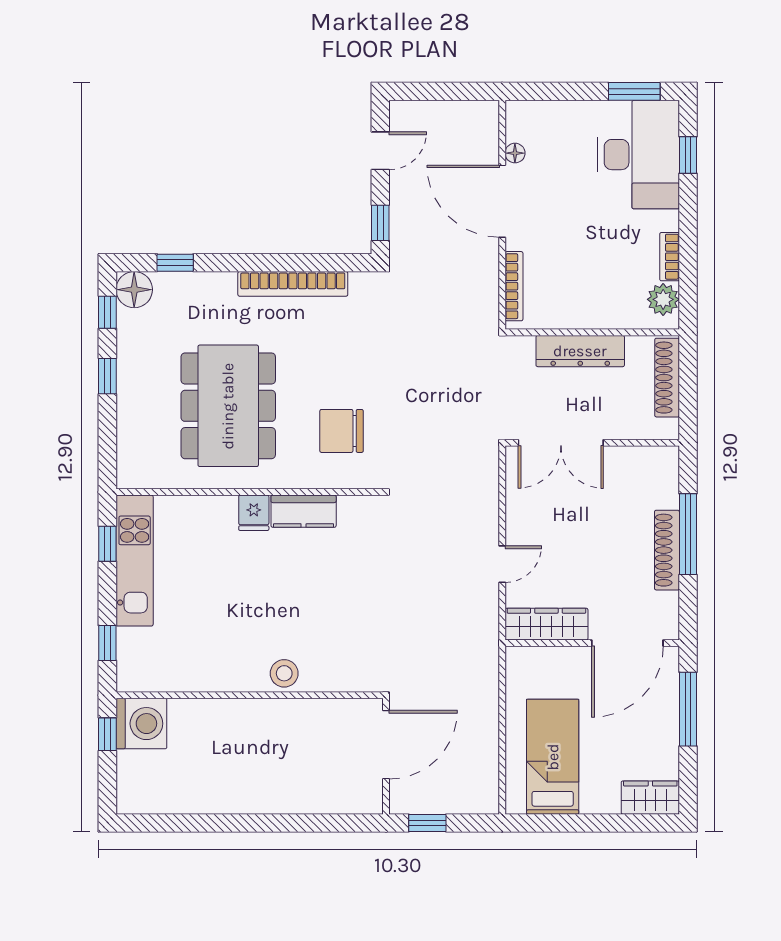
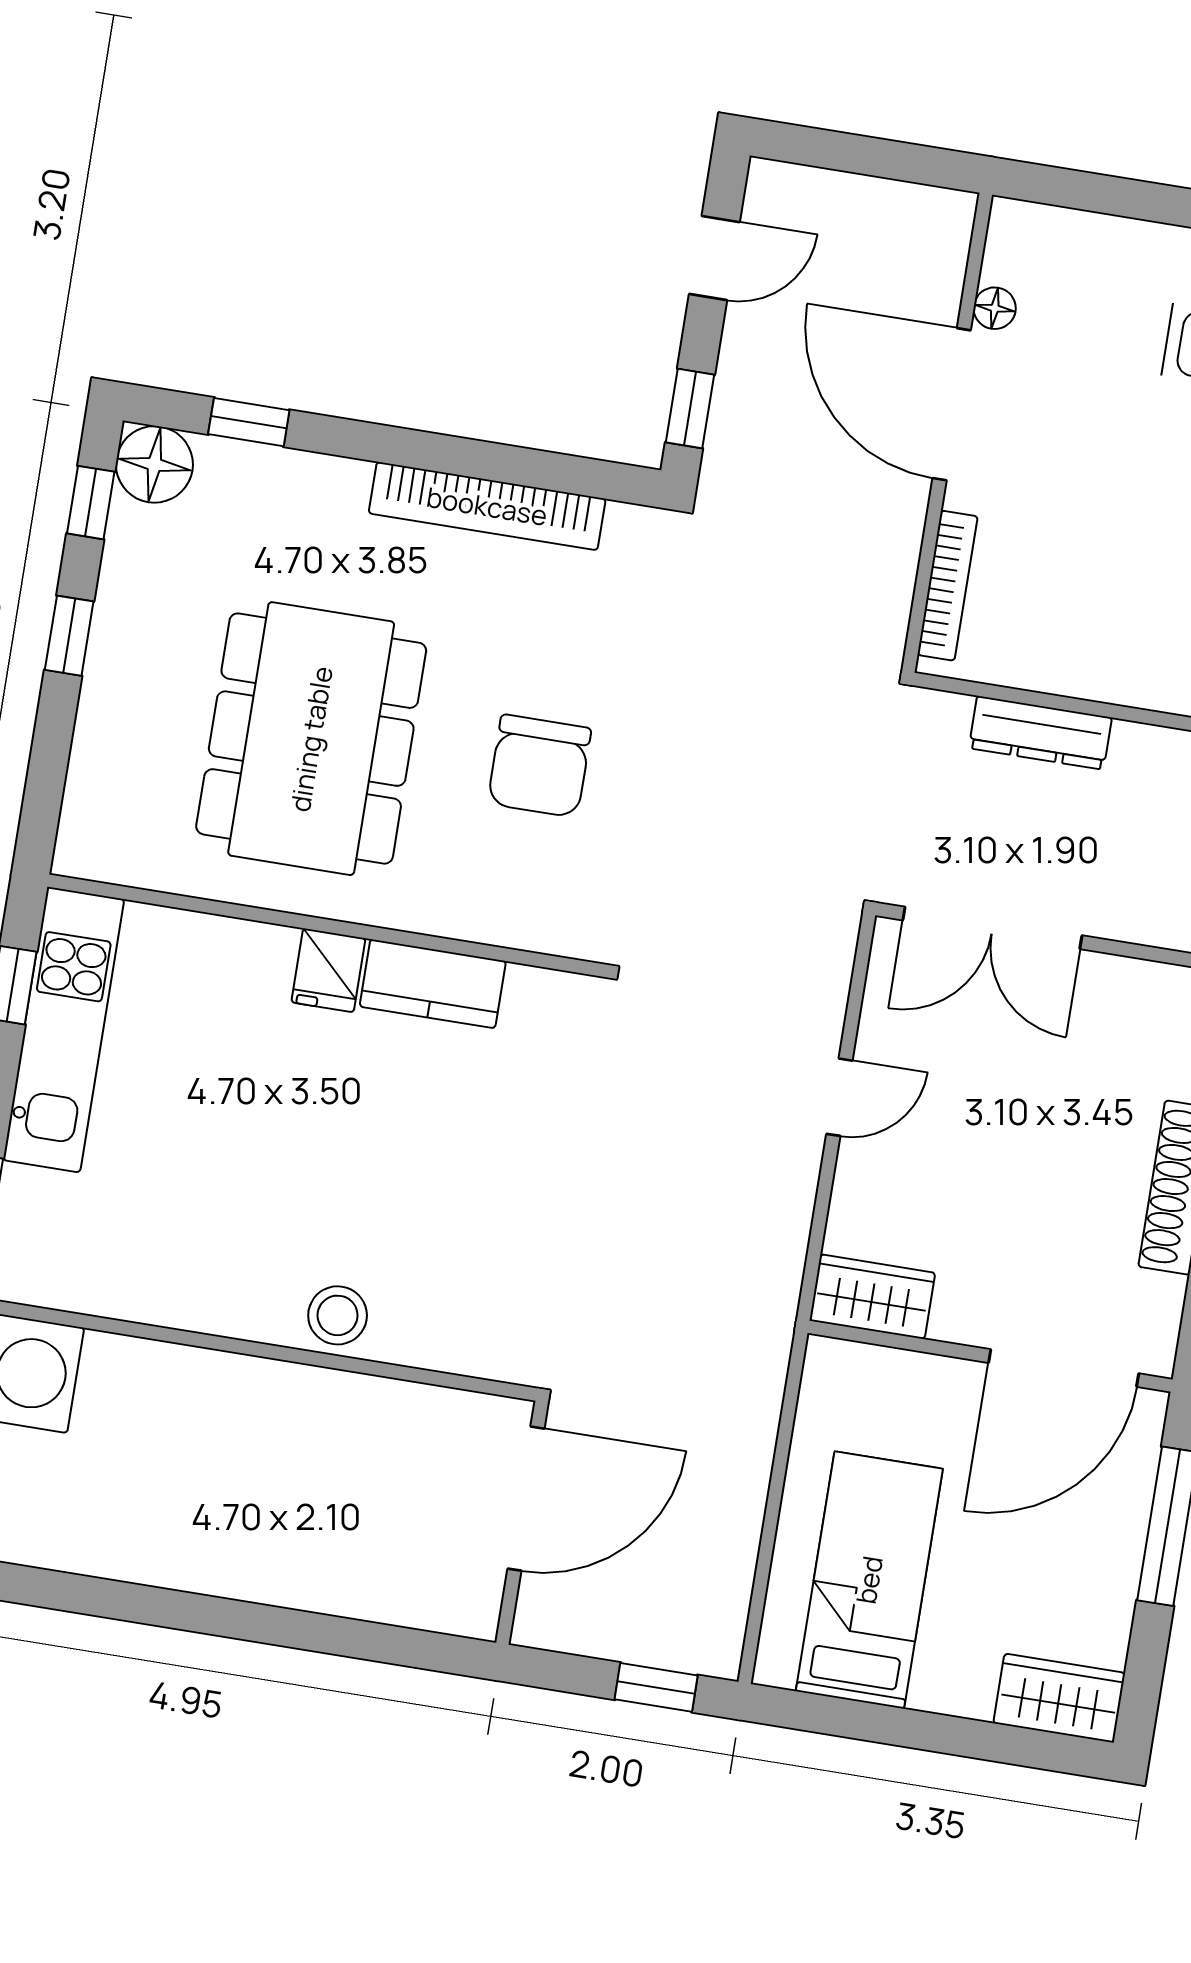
dresser: (580, 351) -> (1040, 733), width x0.73, depth x0.80
chair: (342, 431) -> (539, 766), moved, turned -90
door: (502, 564) -> (839, 1097), moved
wardrobe: (546, 624) -> (872, 1297), width x0.67
window: (427, 823) -> (656, 1687), moved

